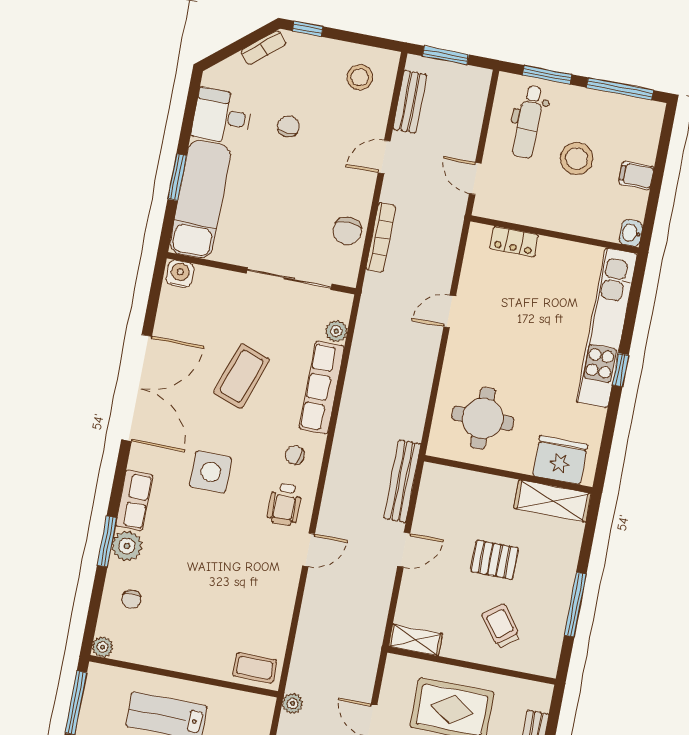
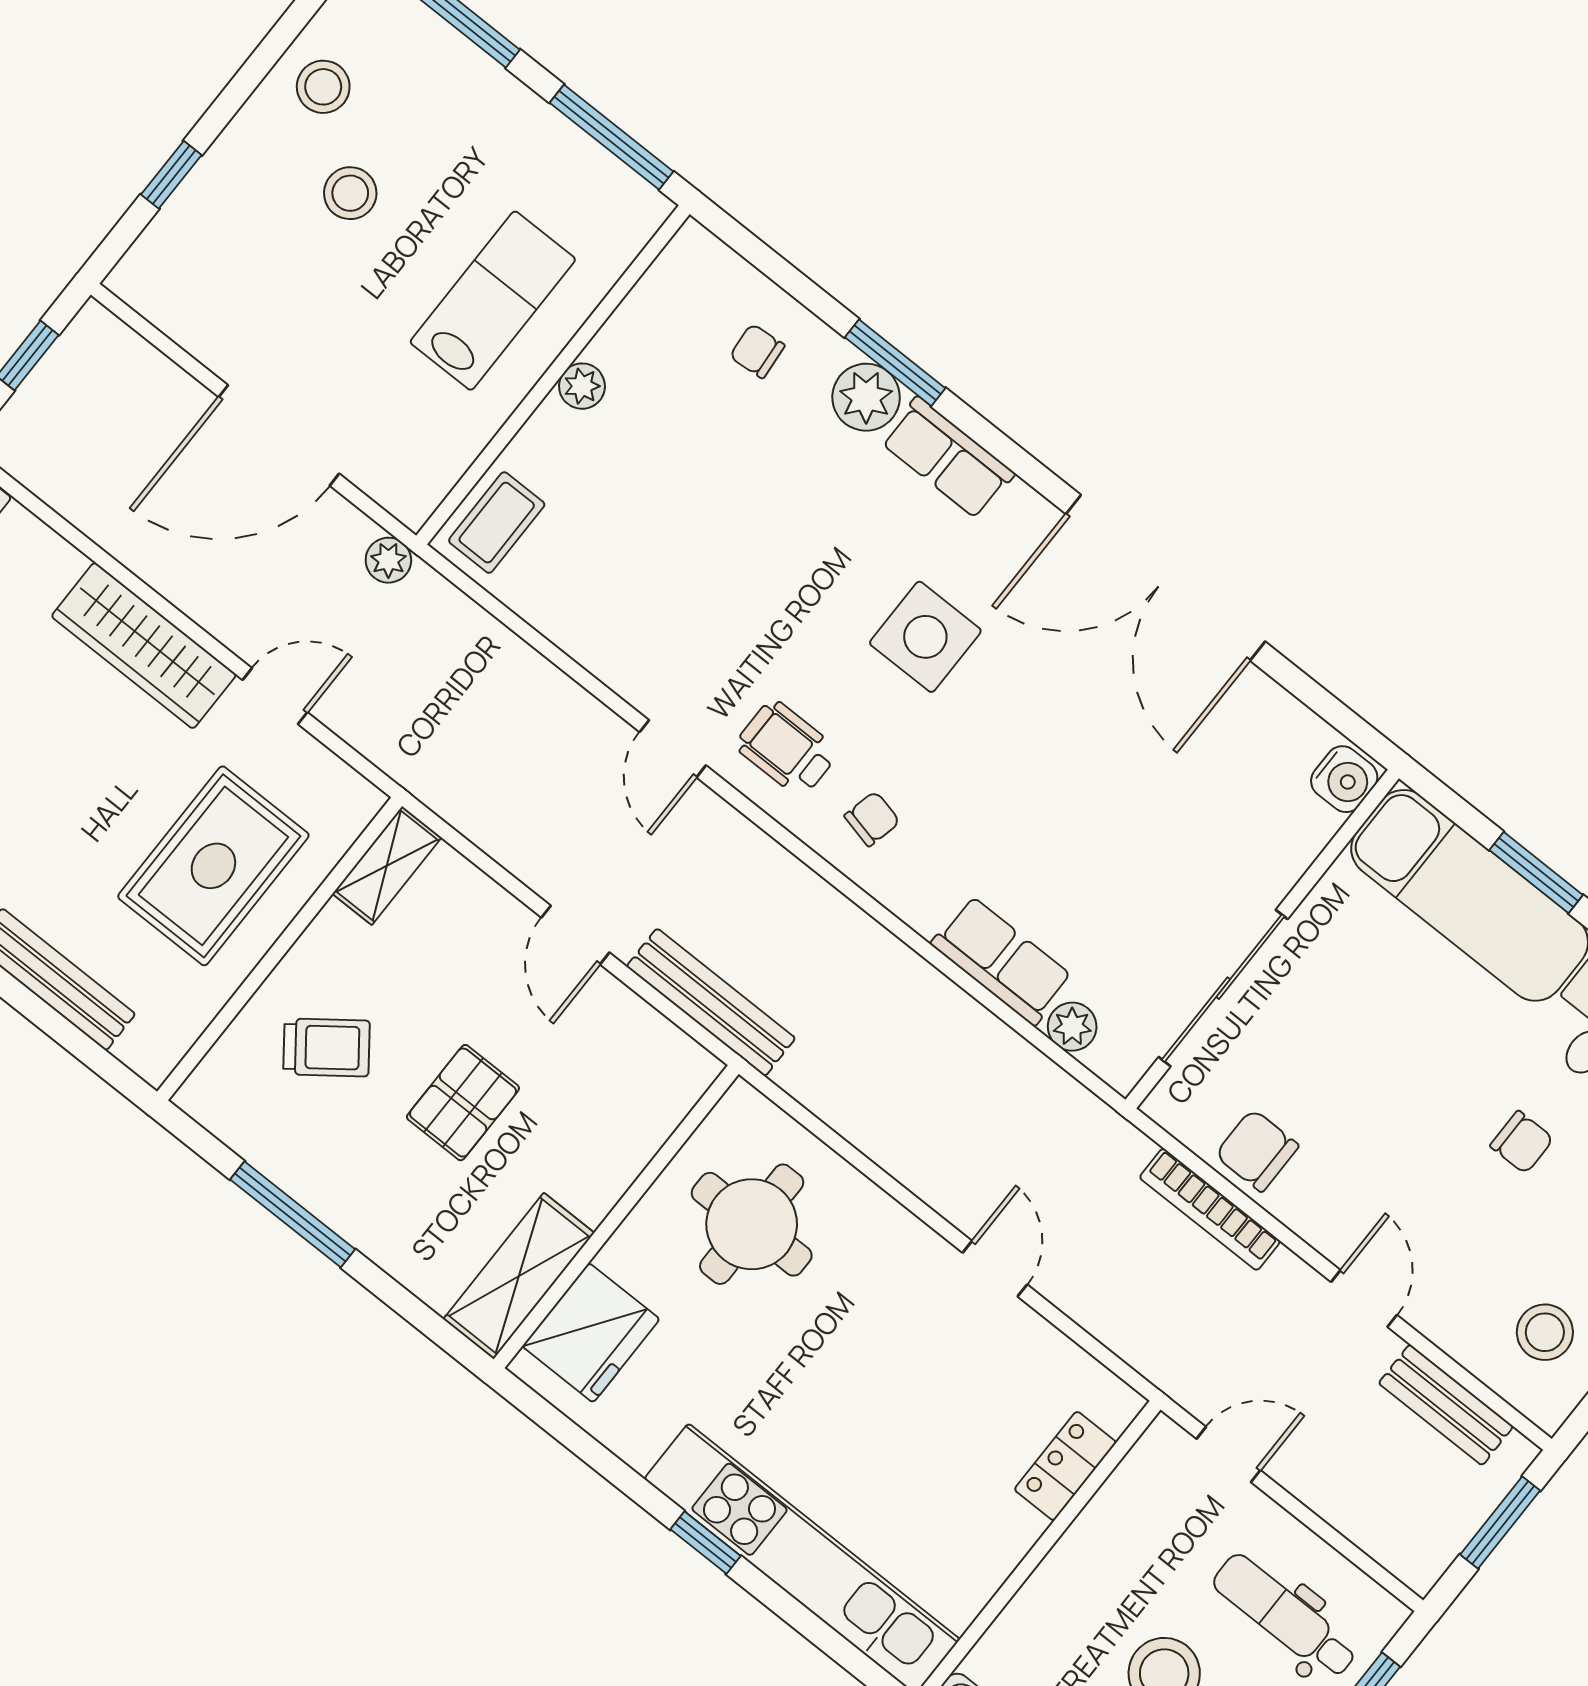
coffee table: (241, 376) -> (1081, 795), removed
row of seats: (322, 388) -> (1002, 960), width x0.68
plant: (103, 647) -> (582, 386), moved

